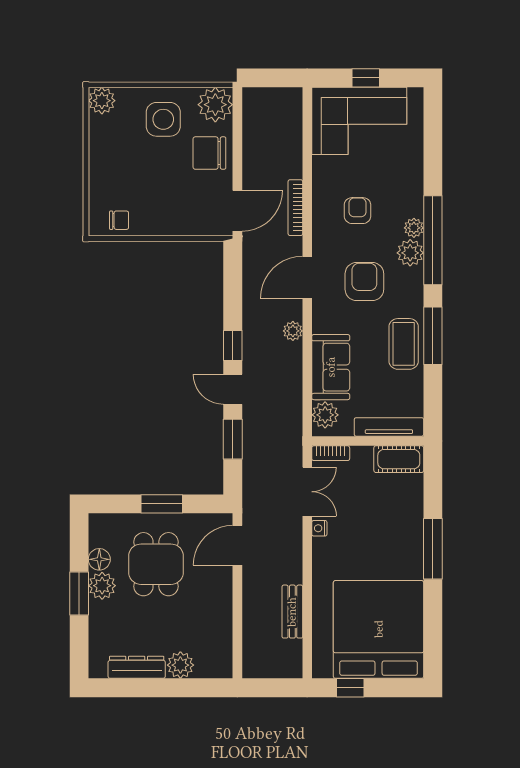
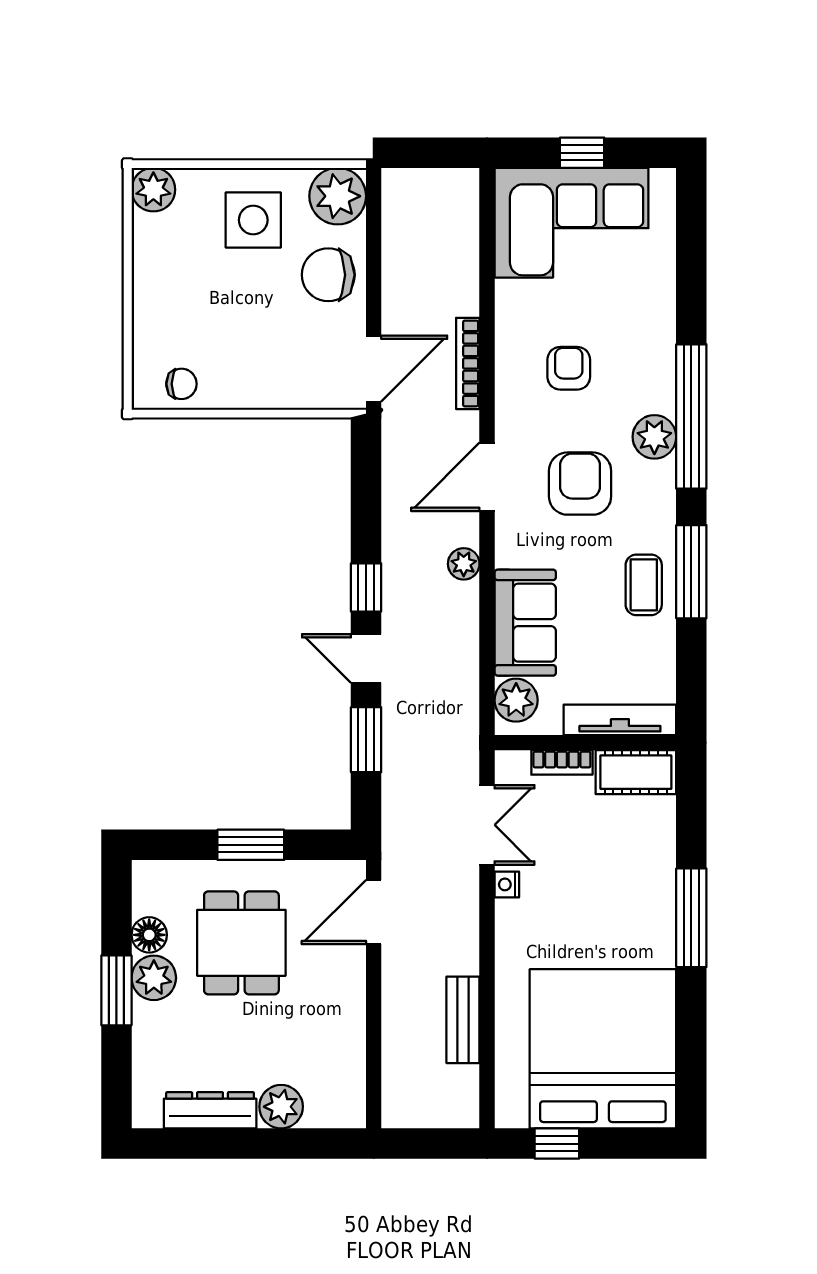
plant: (414, 228) -> (660, 396), removed
coffee table: (404, 344) -> (644, 585), width x0.73, depth x0.77
bookcase: (331, 453) -> (562, 762), moved

